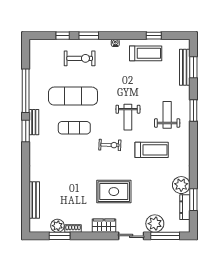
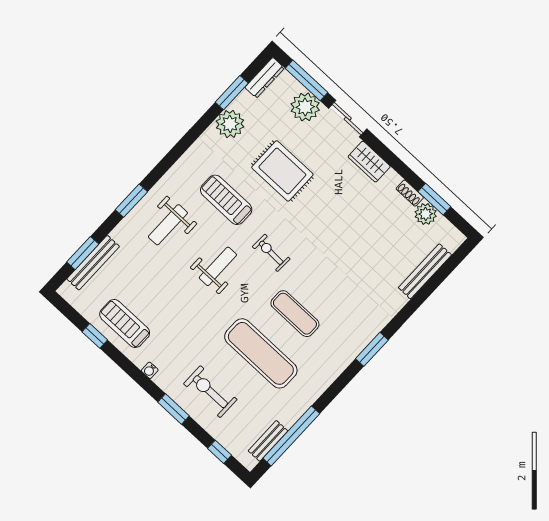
window: (63, 36) -> (219, 452), moved
window: (26, 91) -> (291, 436), moved
bench: (34, 122) -> (268, 441), moved
window: (26, 131) -> (372, 349), moved
rug: (114, 192) -> (282, 171), moved
dresser: (185, 207) -> (265, 78), moved

